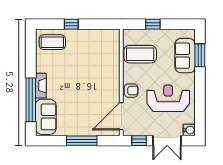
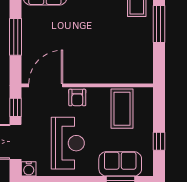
window: (71, 24) -> (159, 24), width x2.17
window: (153, 24) -> (159, 141), moved
door: (121, 116) -> (46, 85), hinge flipped

